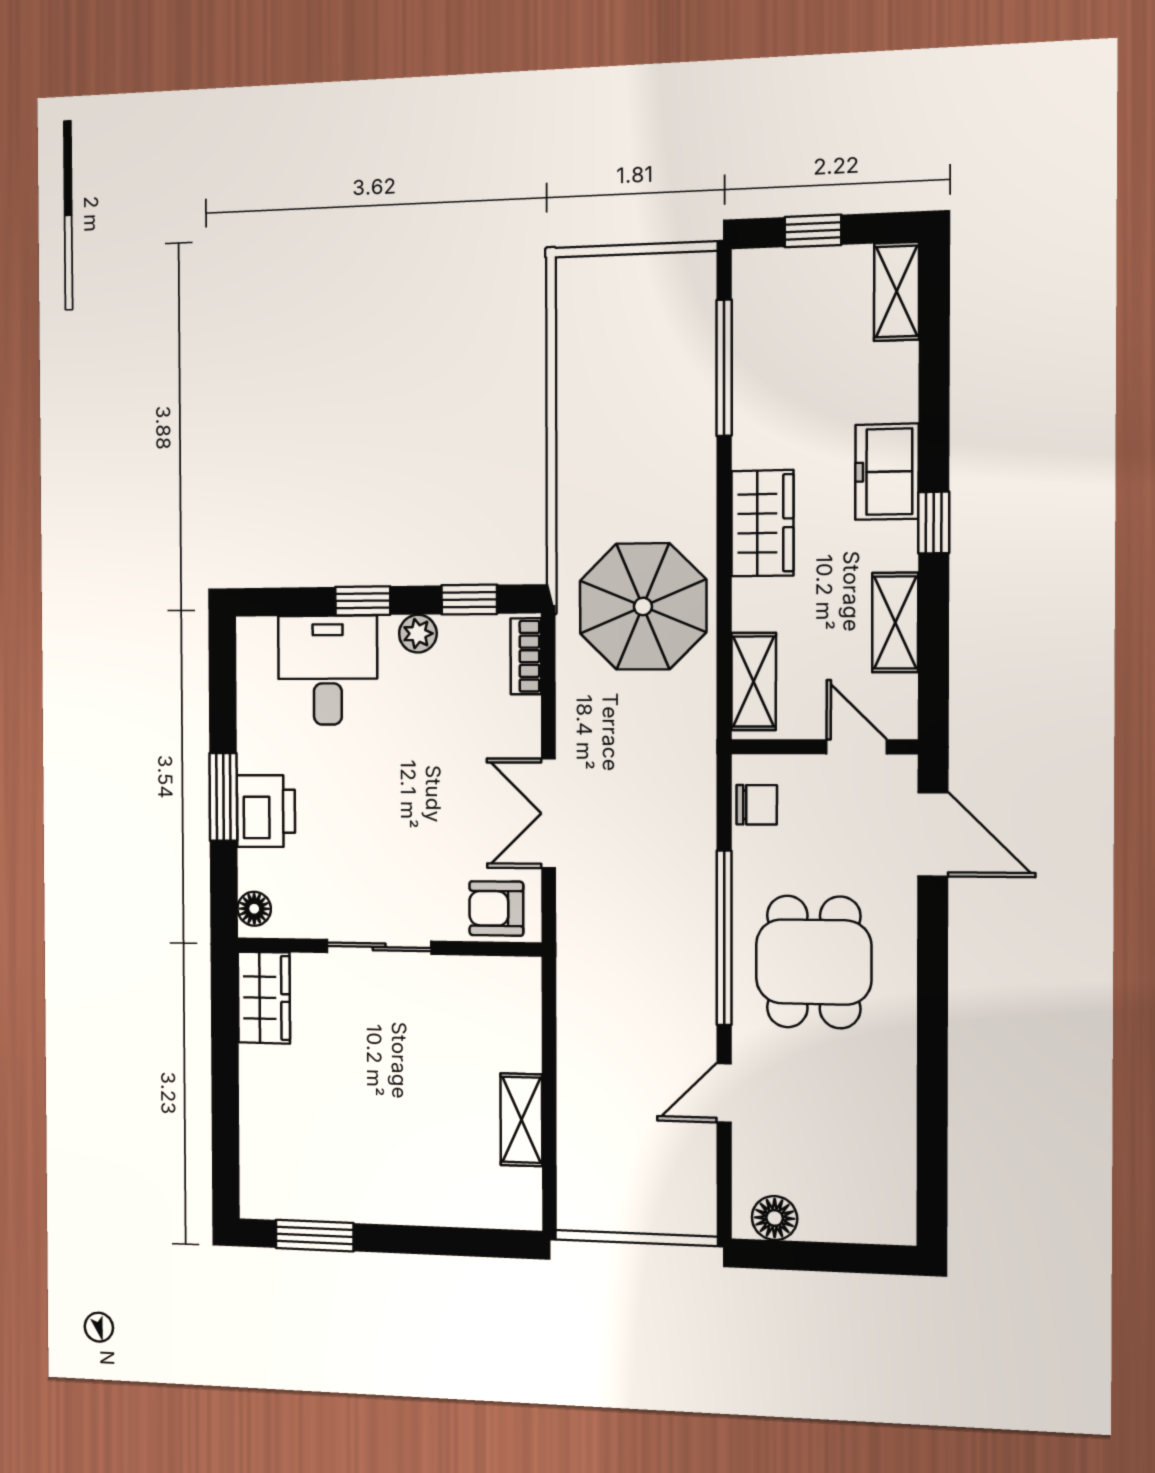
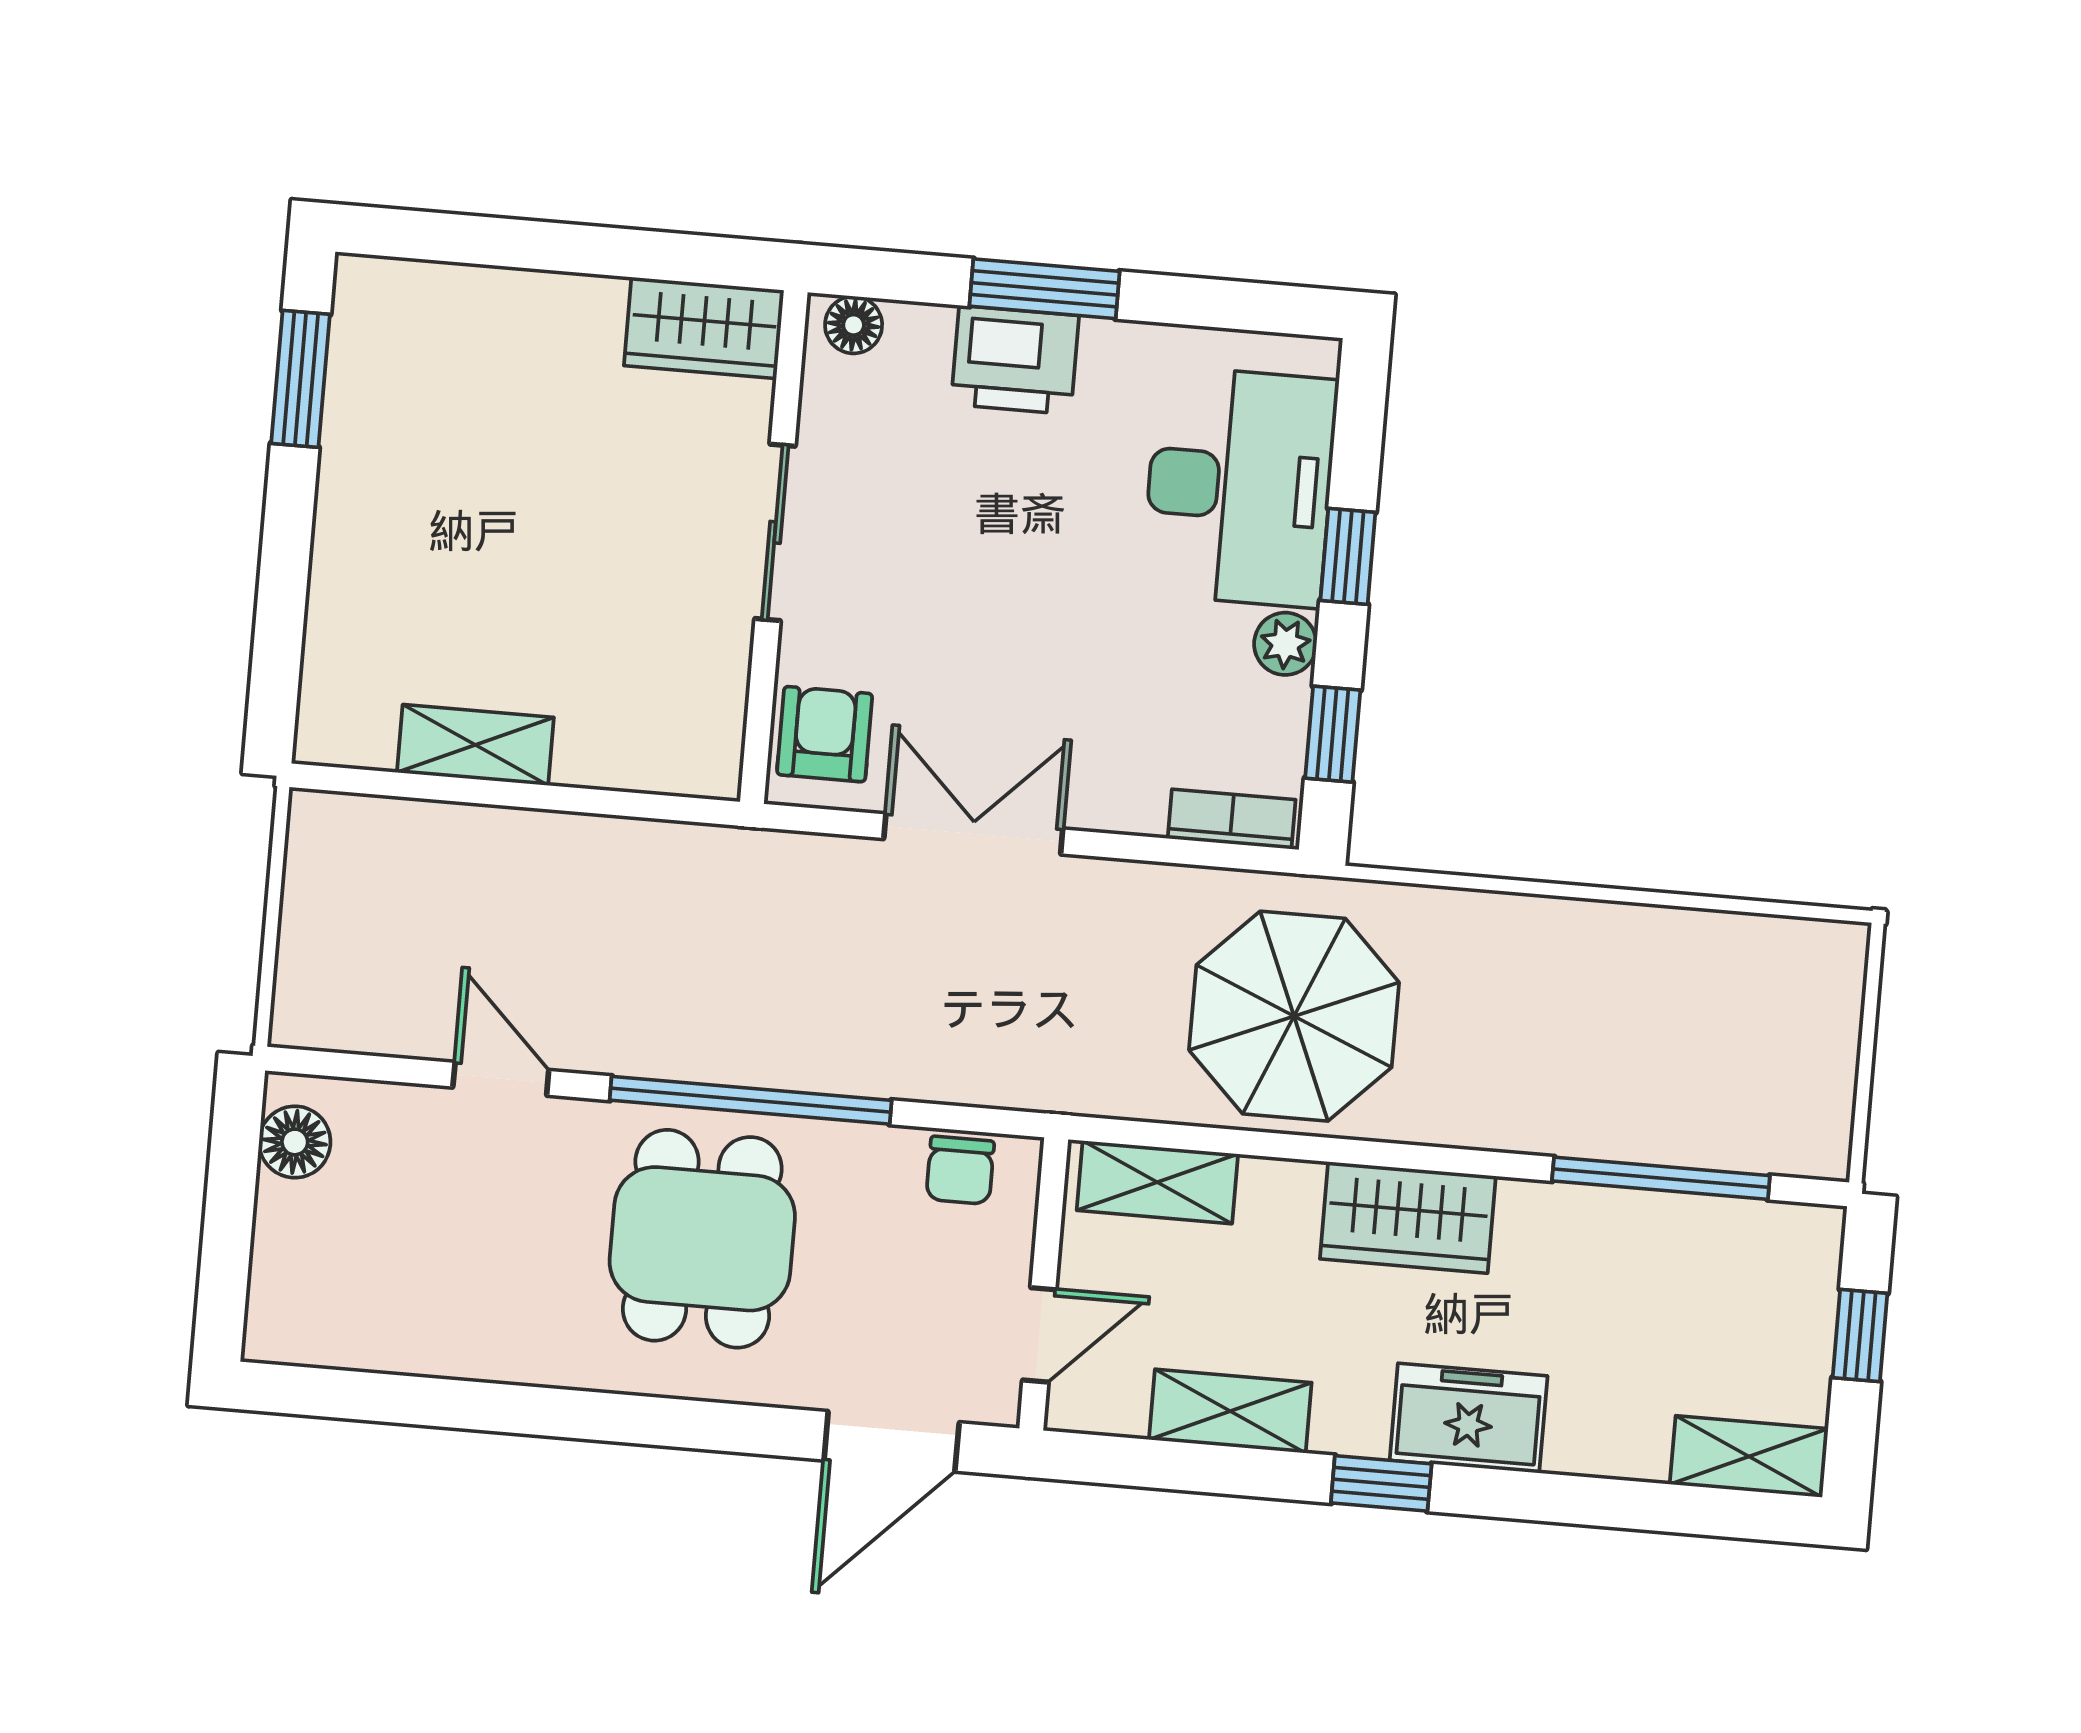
desk: (328, 670) -> (1239, 487), width x1.37
dining table: (814, 962) -> (702, 1239), turned 90

